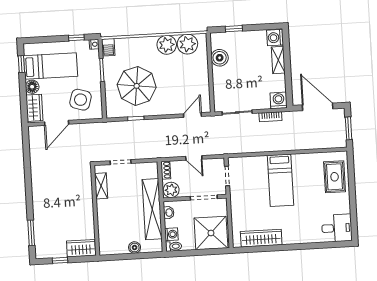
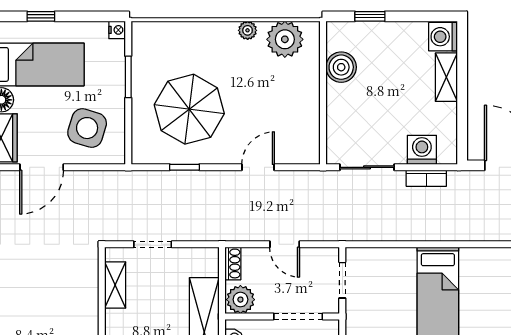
window: (76, 38) -> (41, 16), moved
plant: (167, 45) -> (248, 30), width x0.53, depth x0.53
barbecue: (108, 47) -> (142, 37), removed
washing machine: (279, 100) -> (422, 150), moved
door: (192, 115) -> (258, 167), moved

